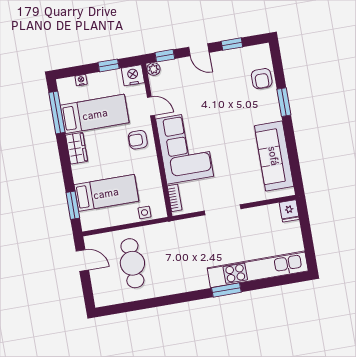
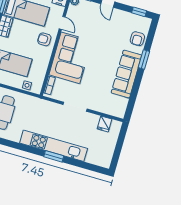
window: (232, 44) -> (139, 12), moved
sofa: (274, 156) -> (126, 74), moved
fridge: (289, 211) -> (105, 124), moved
kitchen unit: (258, 269) -> (54, 146), moved

